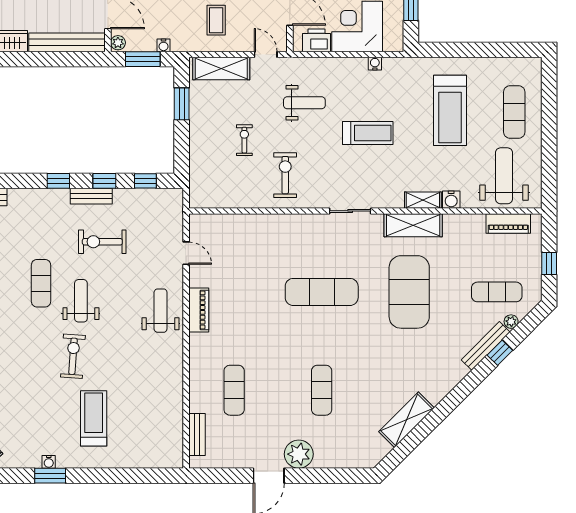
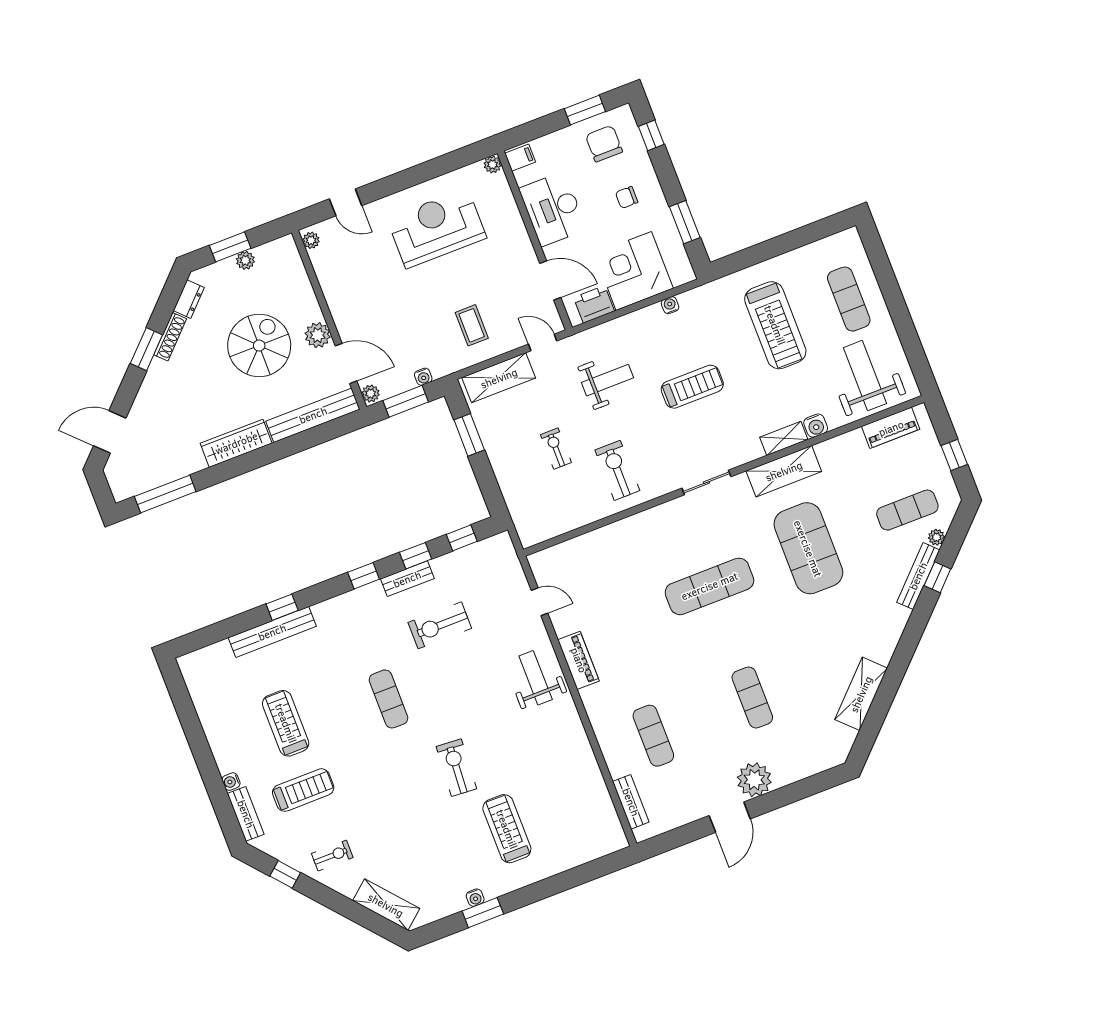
weight bench: (81, 301) -> (441, 701), removed

